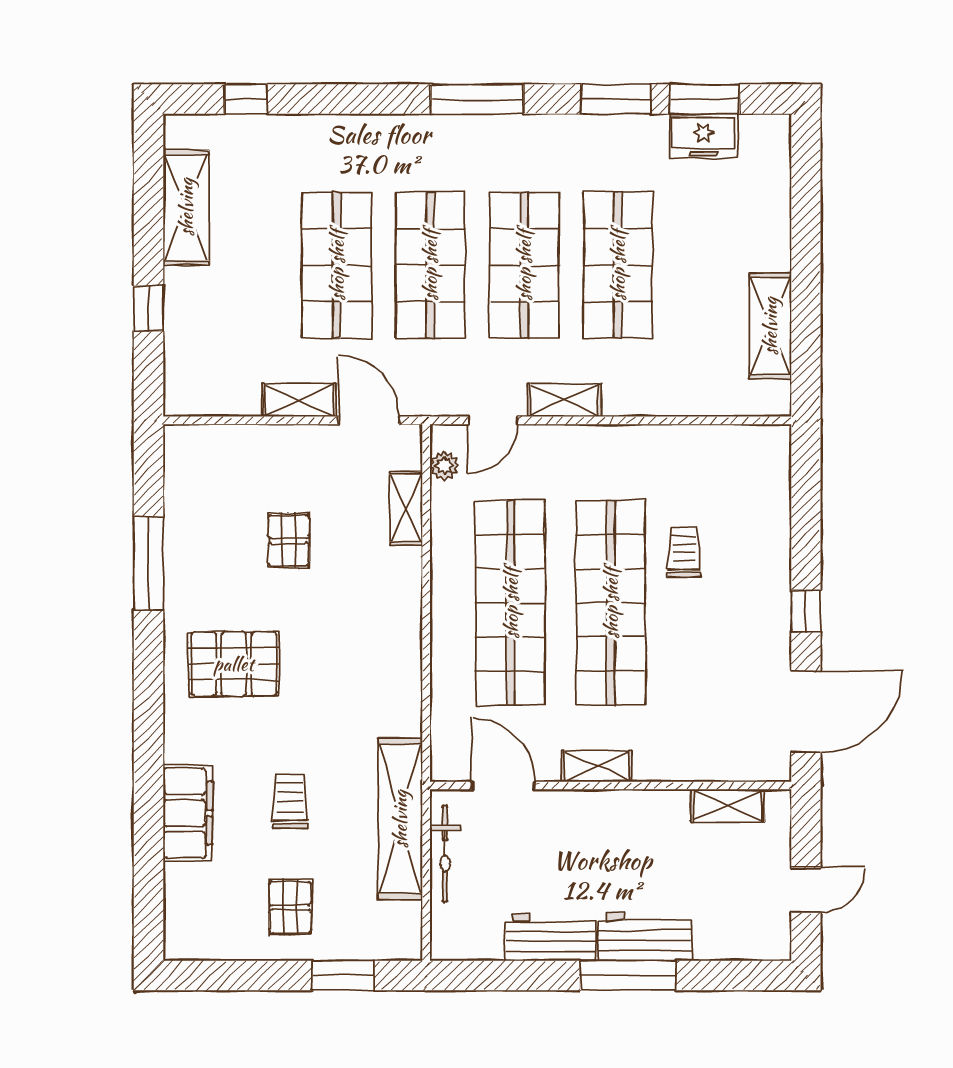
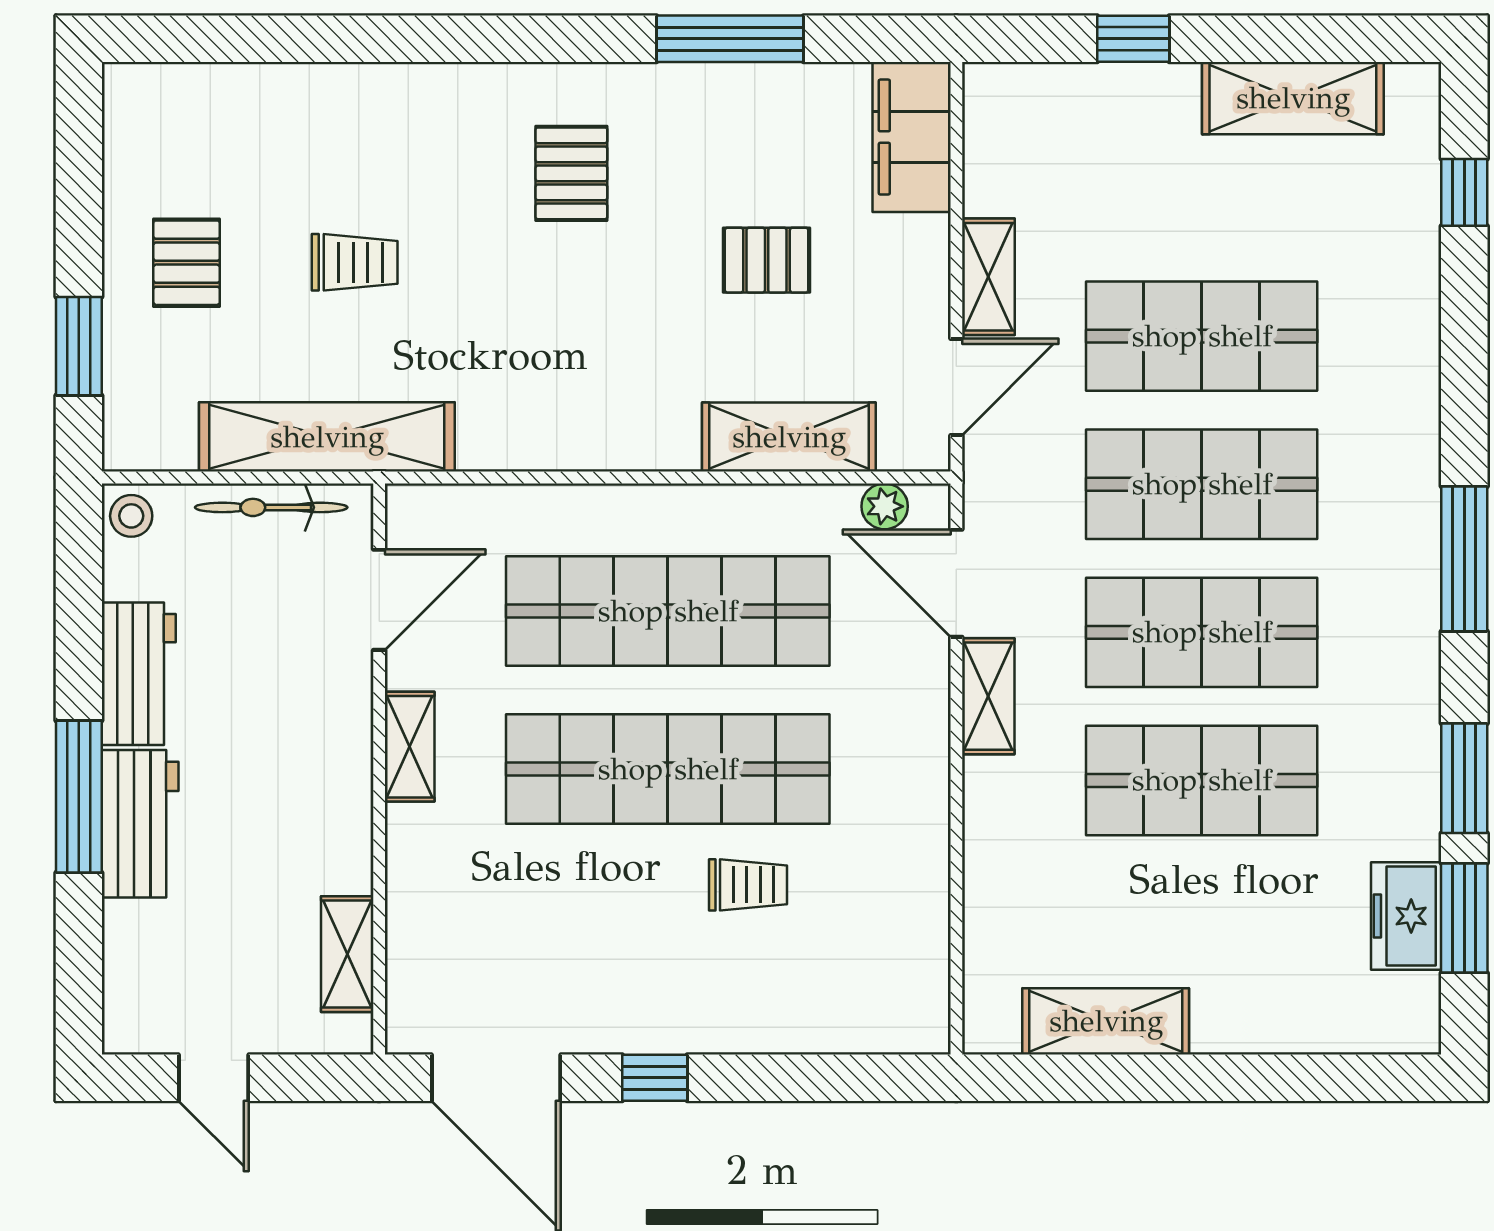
door: (493, 420) -> (956, 583), width x1.38
shelving: (406, 508) -> (789, 437), width x1.50, depth x1.33
pallet: (234, 664) -> (571, 173), width x0.67, depth x0.71
filing cabinet: (188, 813) -> (912, 137), moved, turned 90
pallet: (290, 907) -> (187, 263), turned 90
stool: (450, 942) -> (131, 516), added

